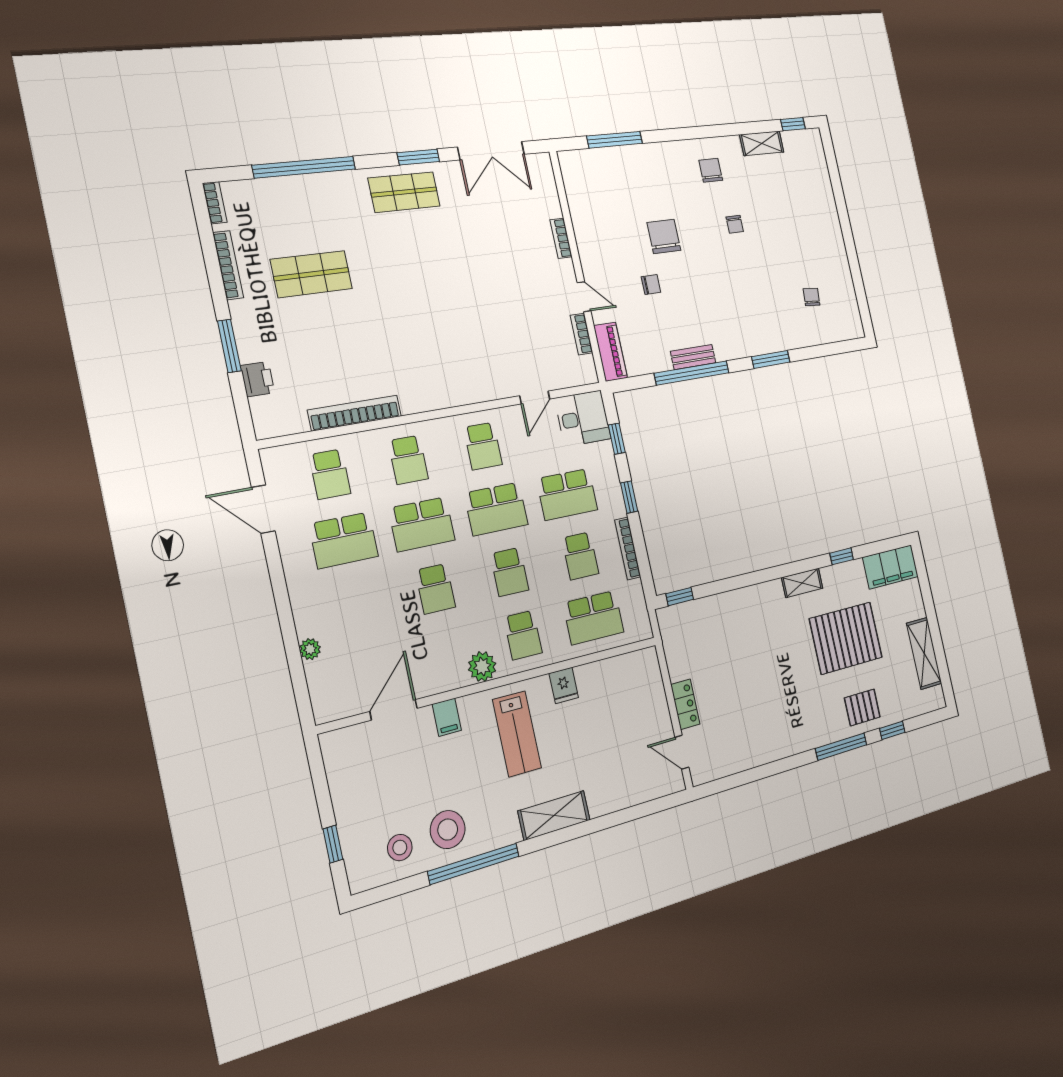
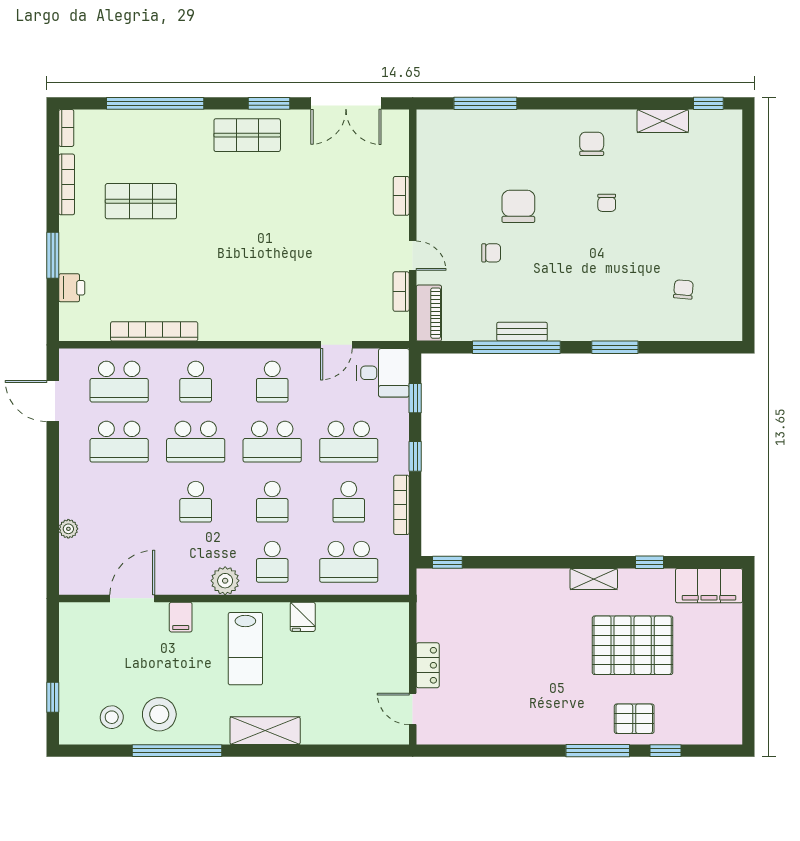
school desk: (330, 474) -> (119, 382), width x1.85
shelving: (924, 653) -> (728, 683), removed

